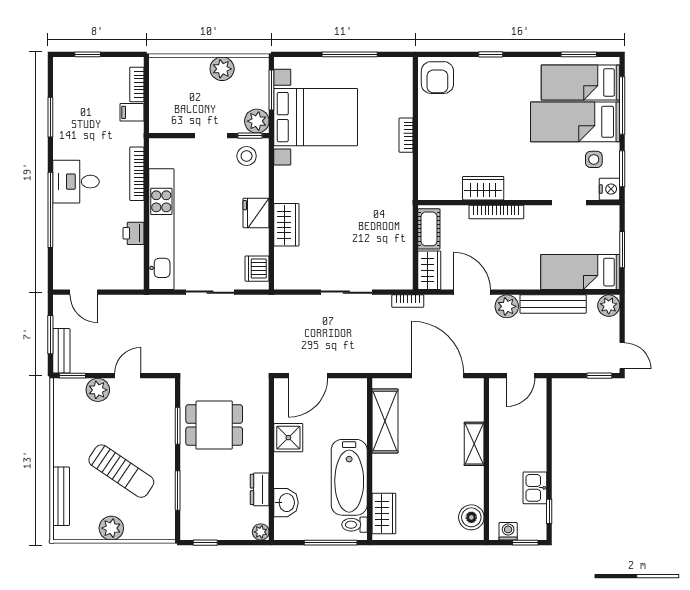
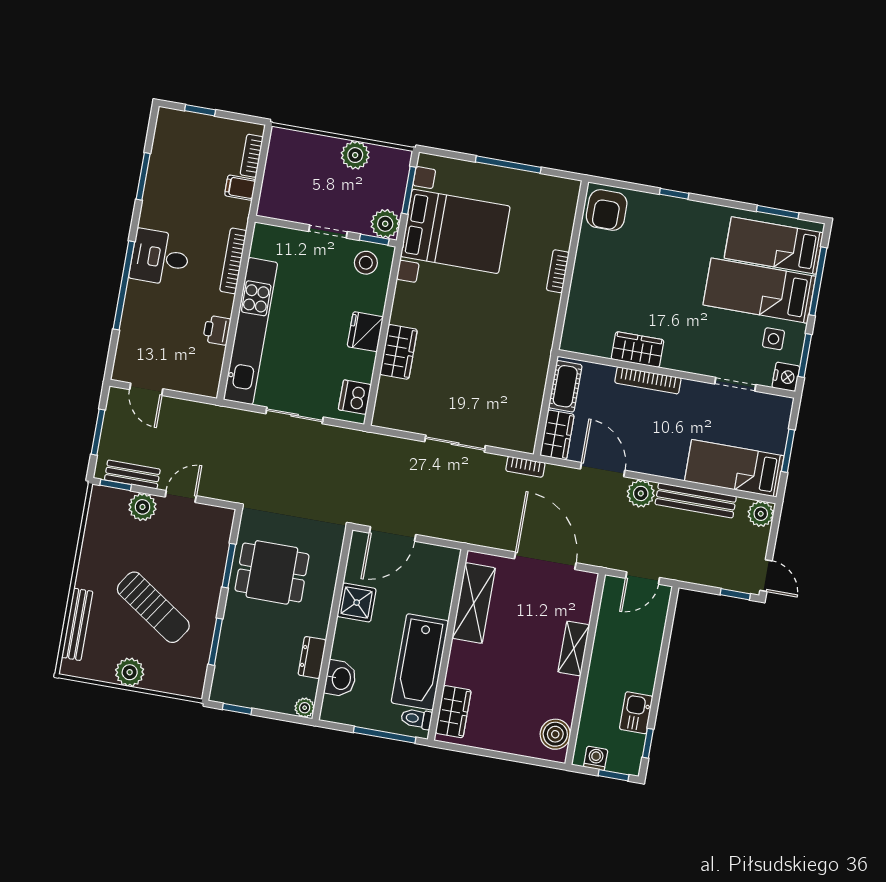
bench: (61, 351) -> (132, 475), moved, turned 90

